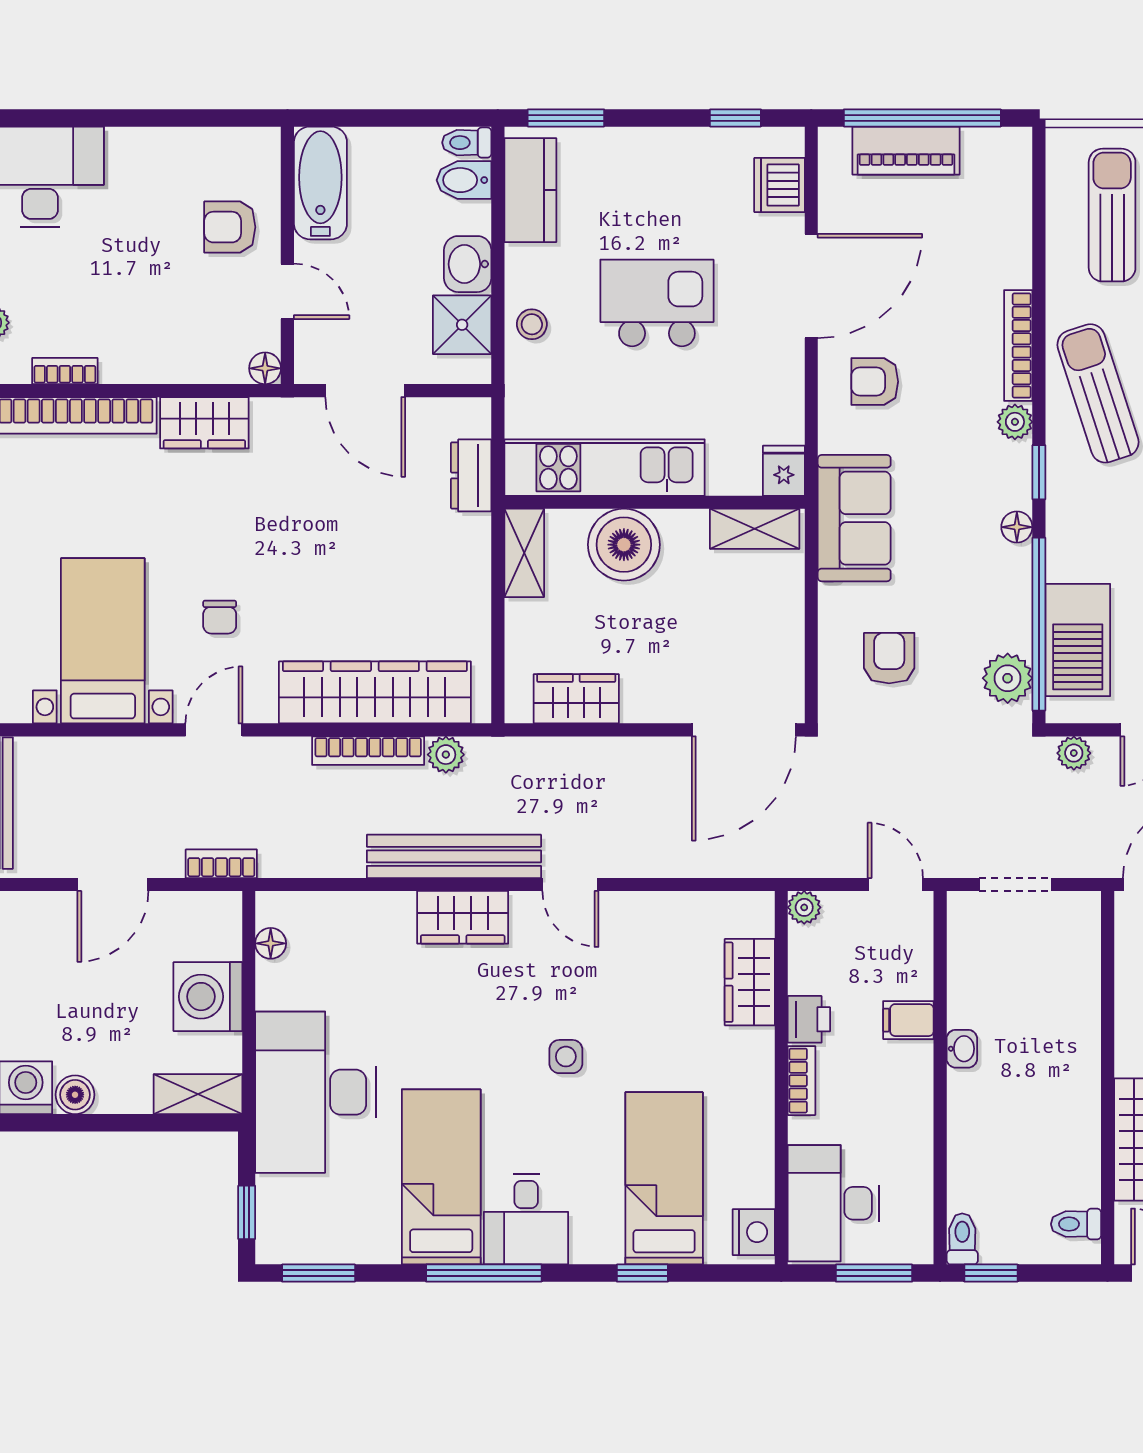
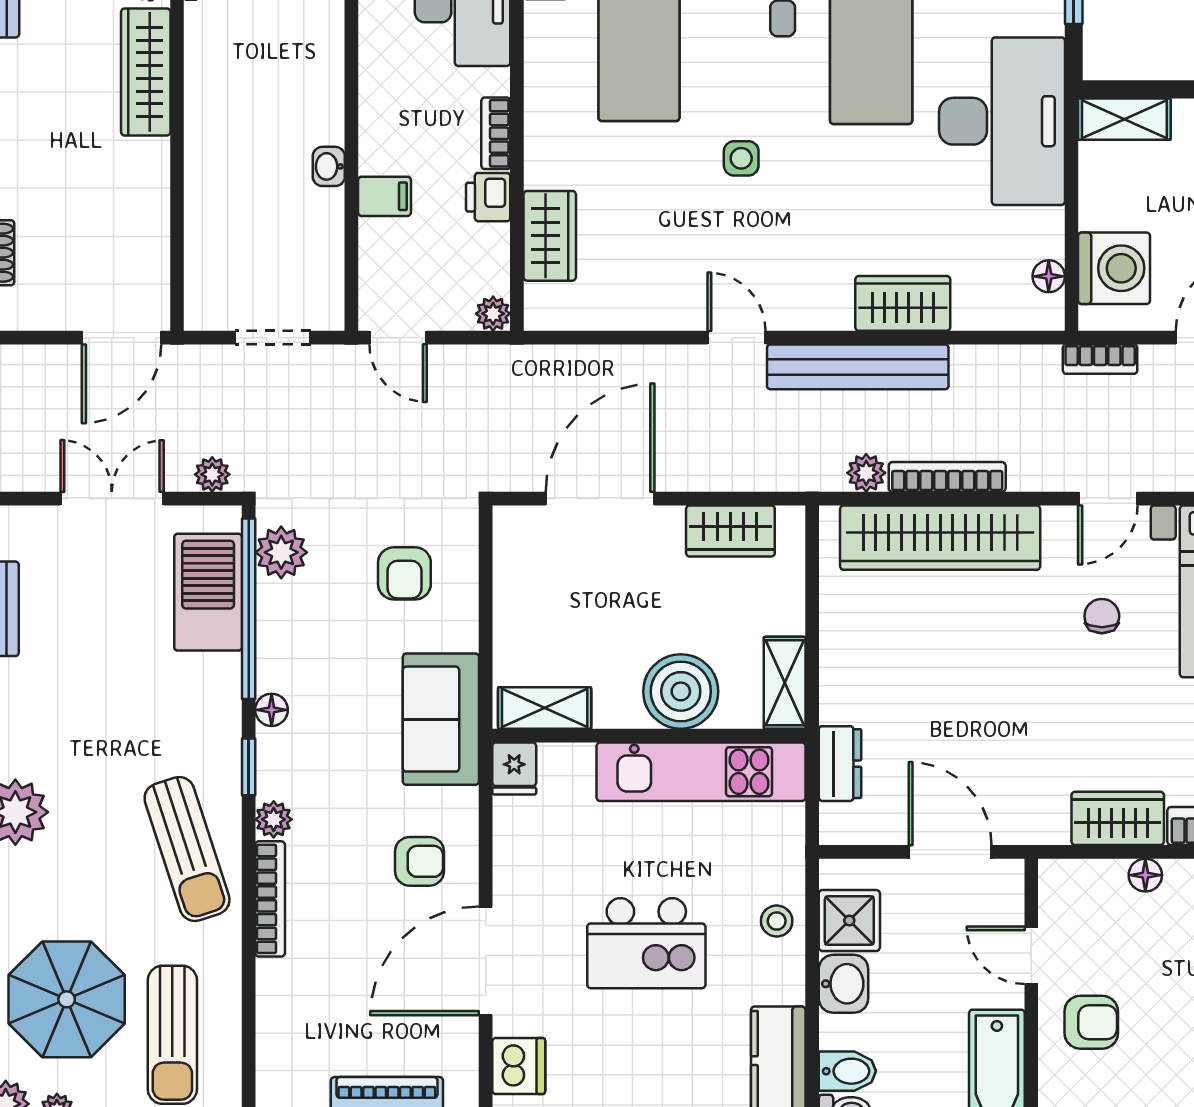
floor lamp: (265, 368) -> (1145, 875), moved
door: (744, 730) -> (600, 499), moved
wardrobe: (463, 917) -> (903, 303), moved
washing machine: (208, 997) -> (1114, 268), moved

